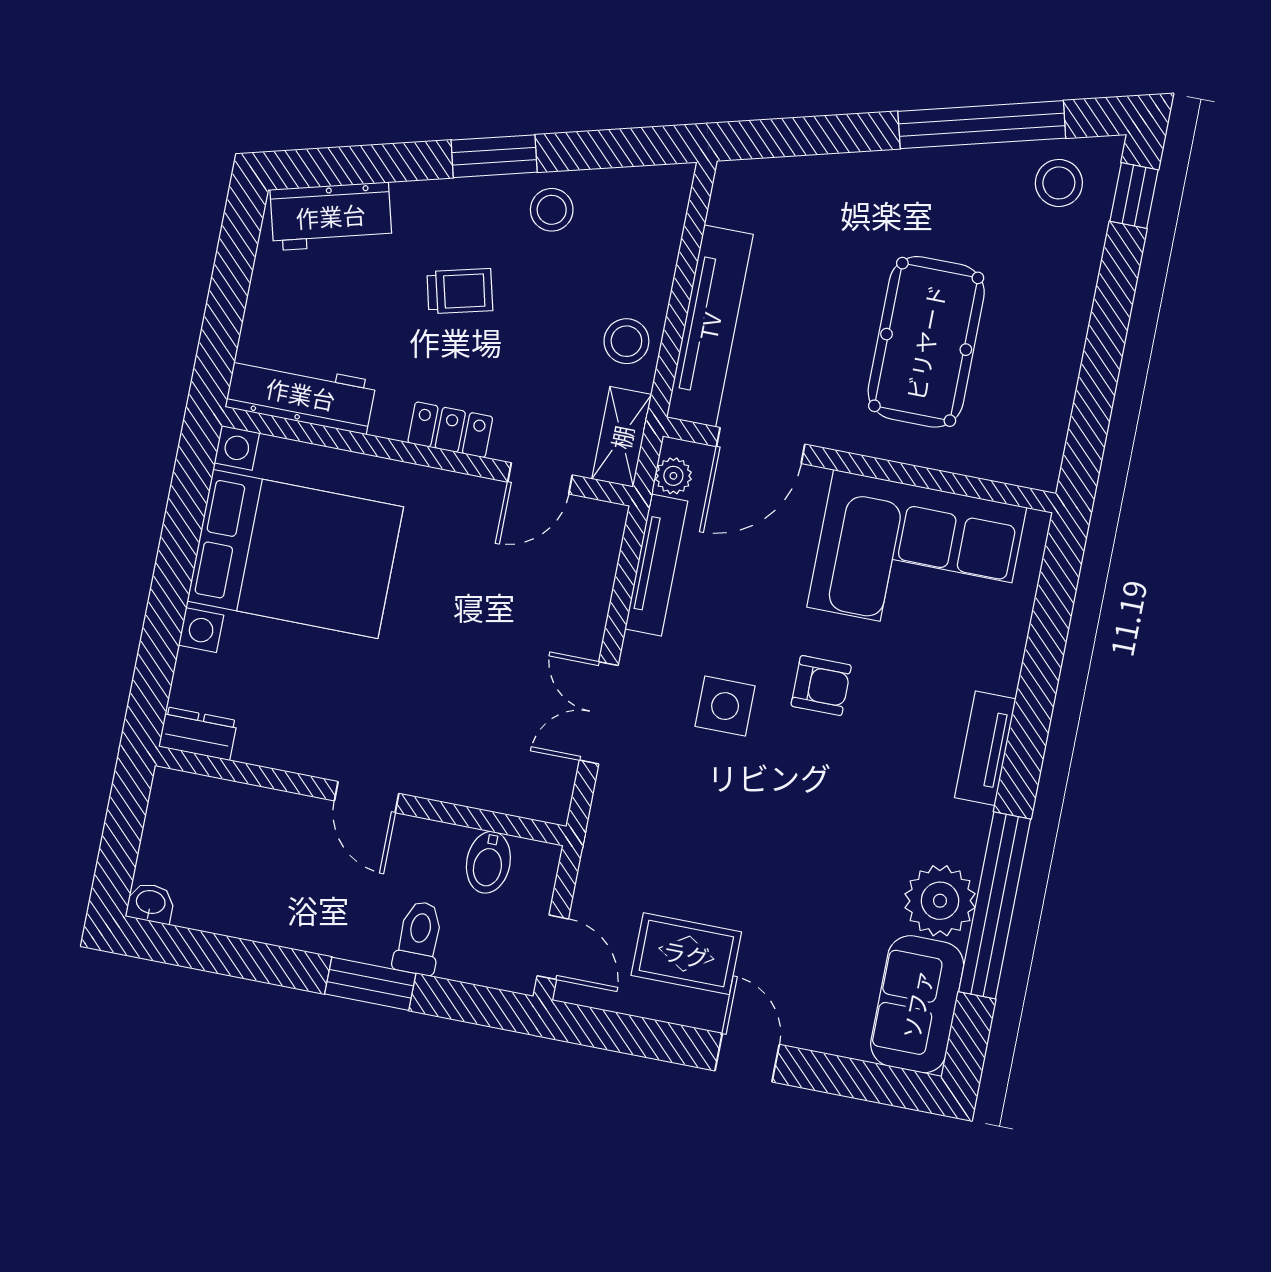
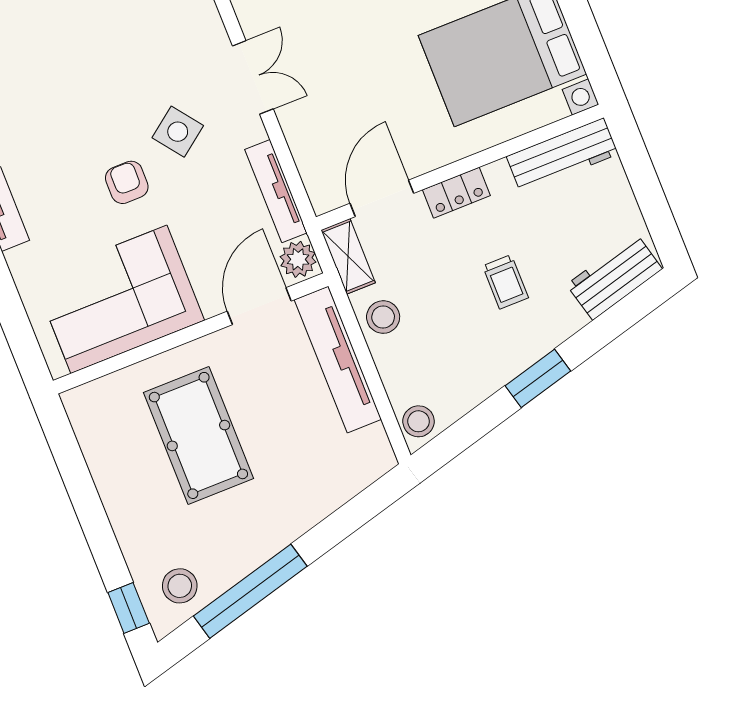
stool: (552, 210) -> (419, 421), moved
trolley: (460, 291) -> (505, 282), turned -76
plant: (673, 476) -> (298, 259), width x1.38, depth x1.38
door: (540, 478) -> (382, 198), width x1.38
armchair: (821, 686) -> (127, 182), turned 90
side table: (725, 706) -> (178, 132), turned -37

